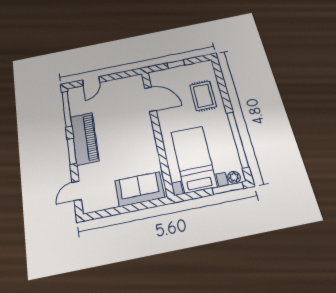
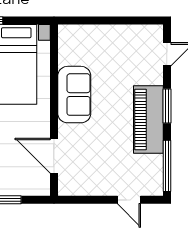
door: (91, 81) -> (129, 200), swing flipped
sofa: (140, 189) -> (74, 95), moved, turned -90

